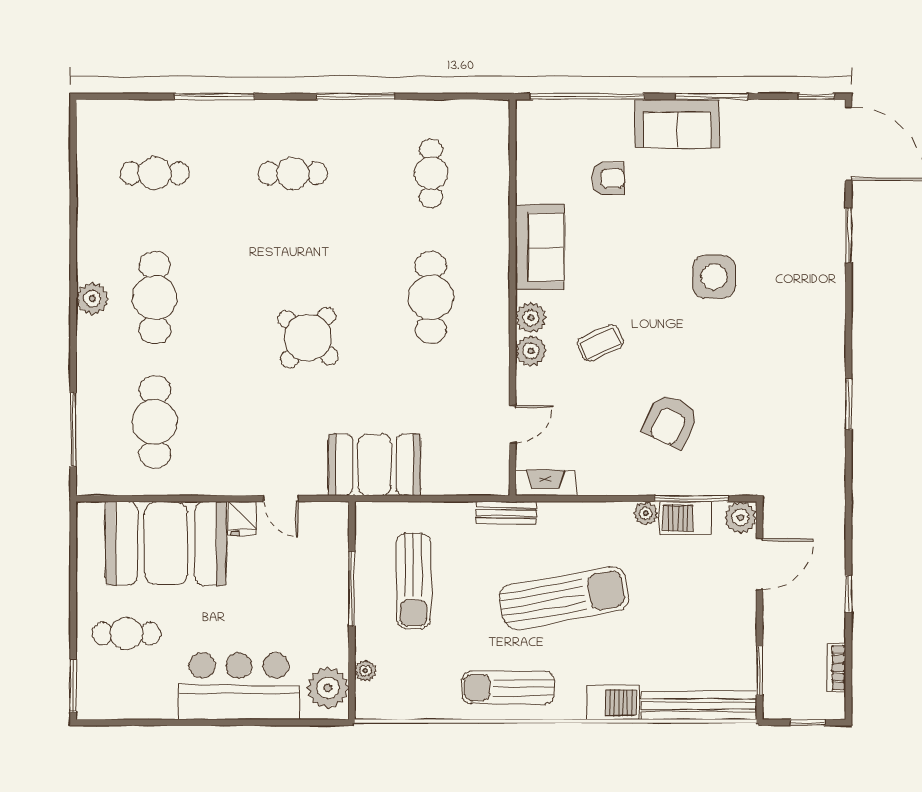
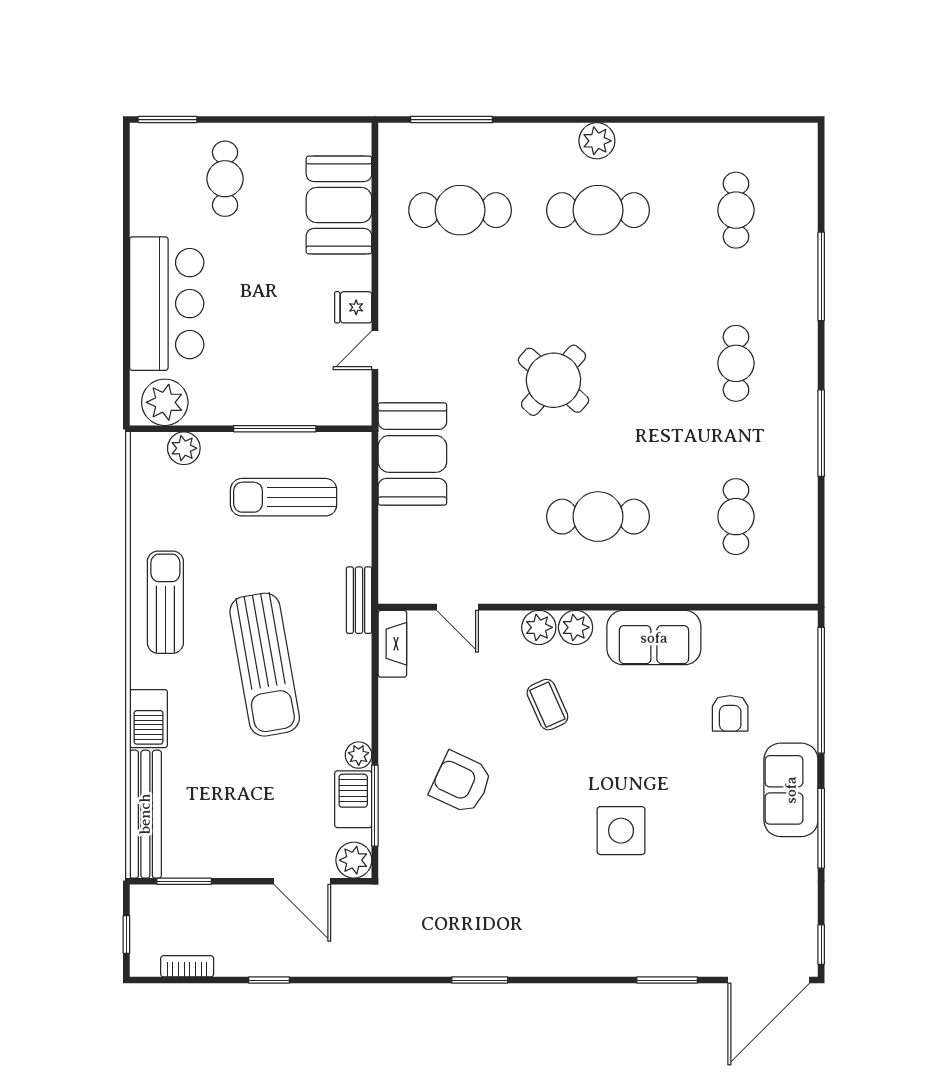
cafe table: (431, 173) -> (736, 517), turned 90
booth: (166, 543) -> (339, 205), width x0.73, depth x0.70
plant: (365, 671) -> (184, 448), width x1.38, depth x1.38

